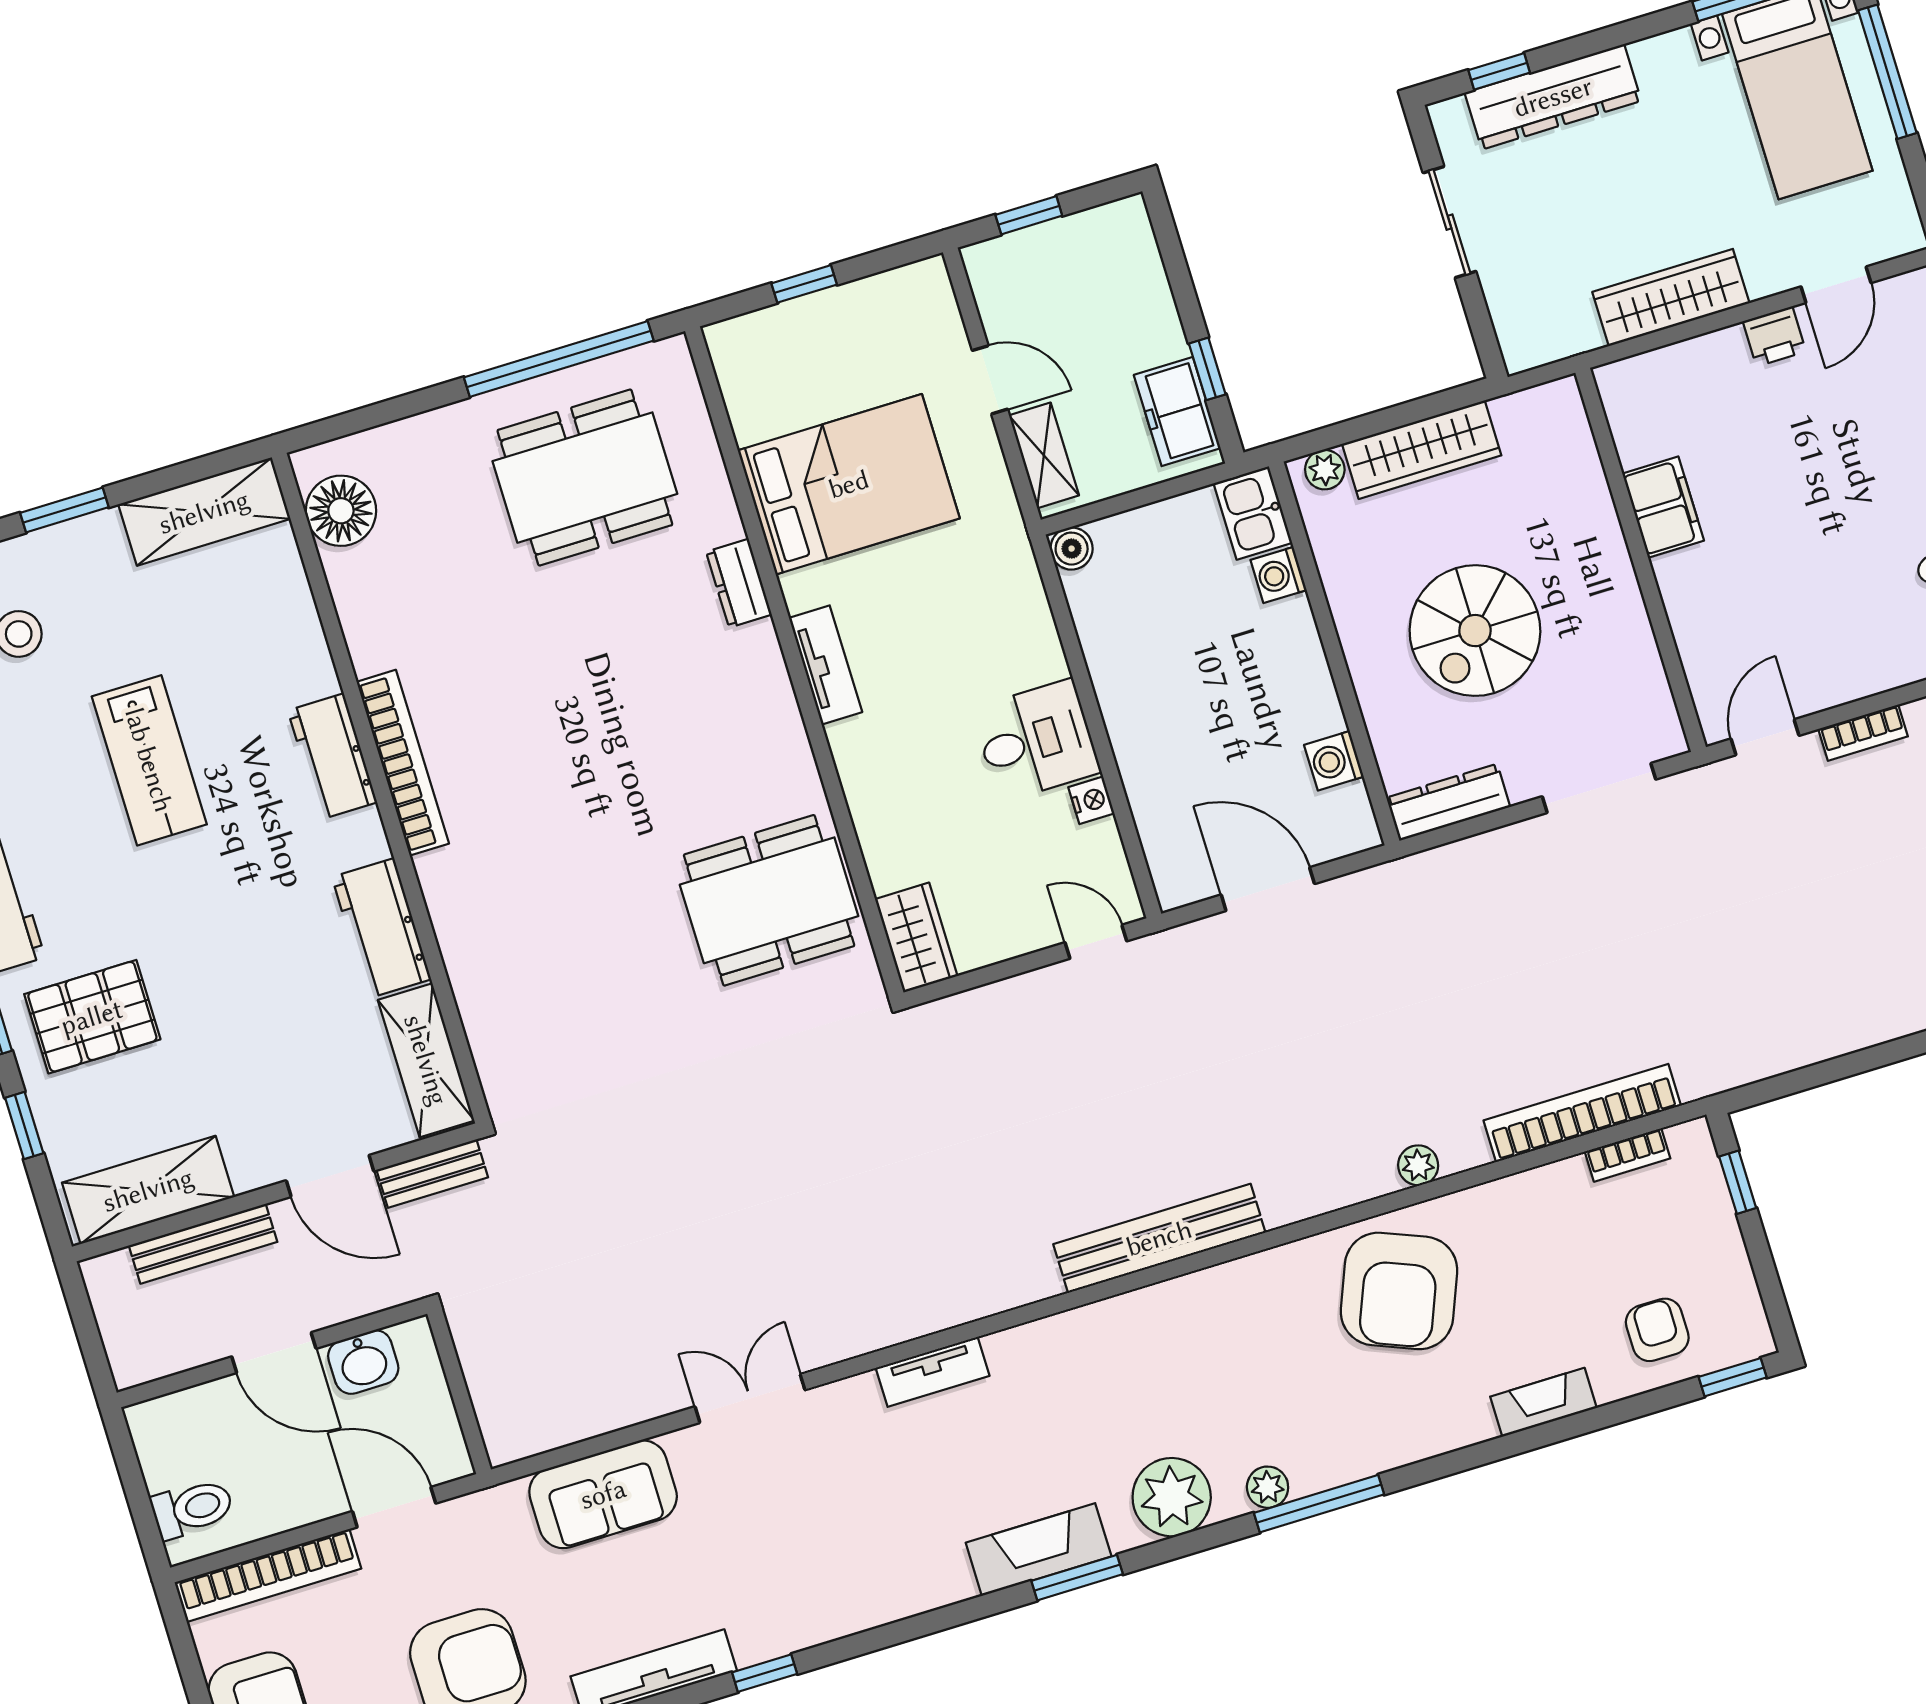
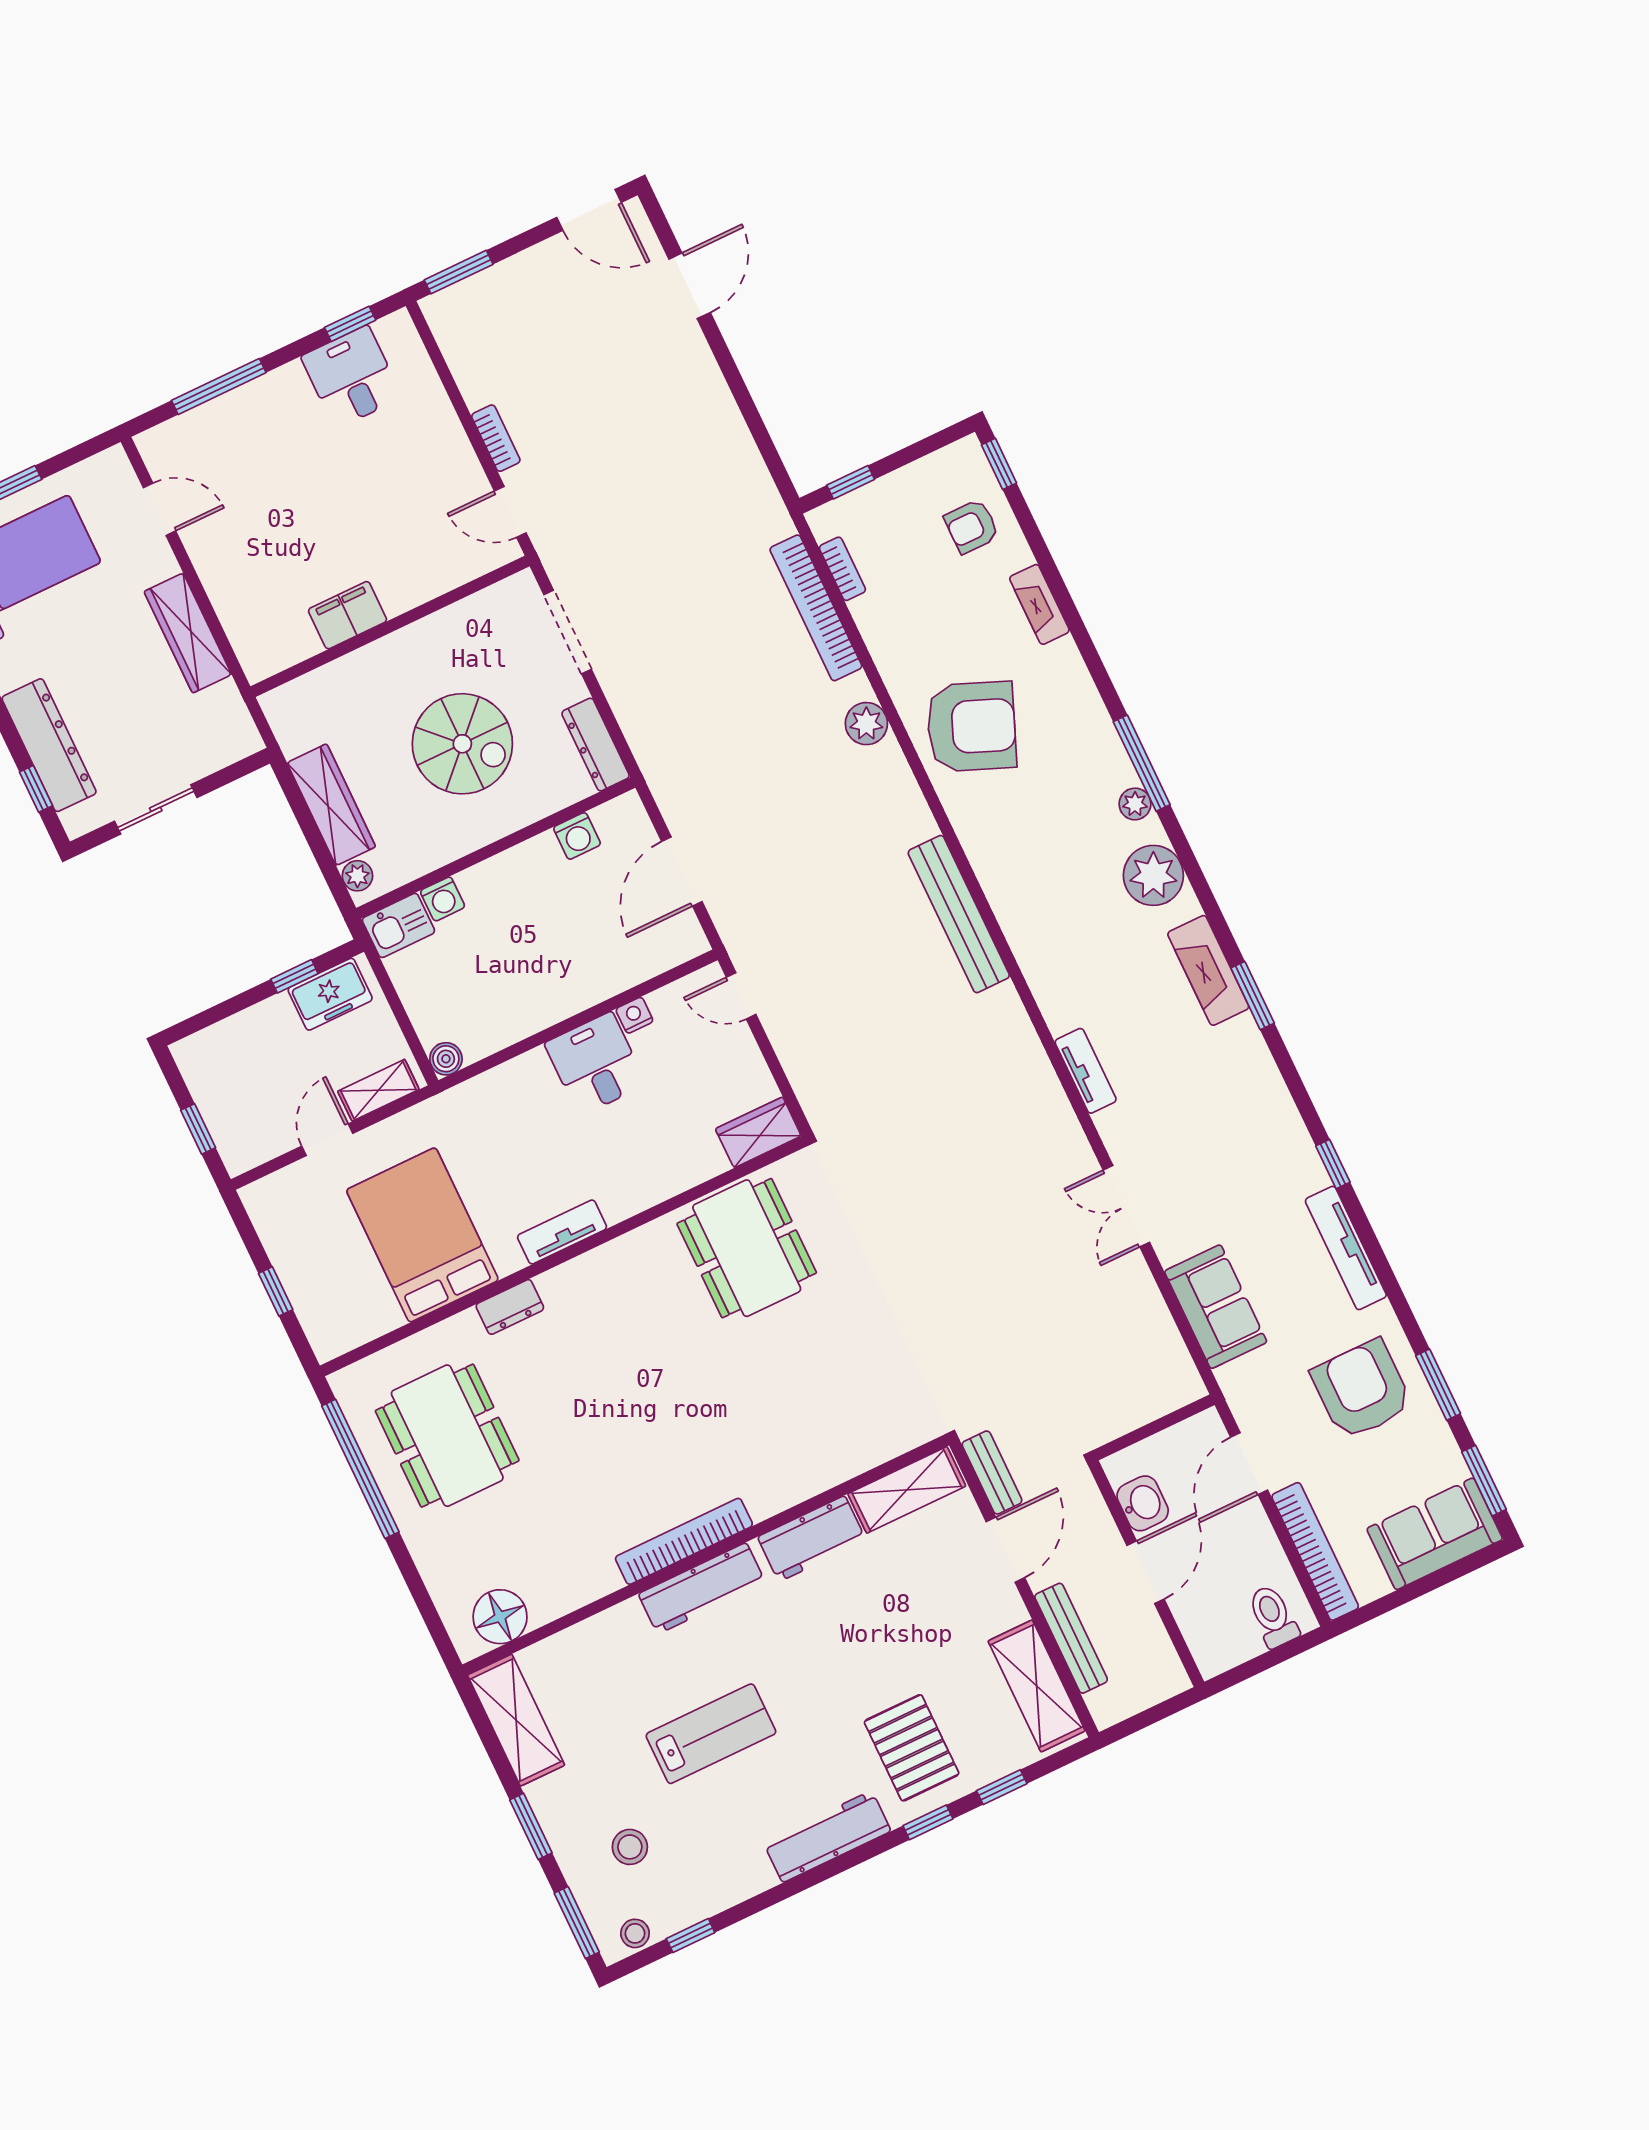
printer: (1774, 336) -> (206, 550), removed
workbench: (332, 756) -> (702, 1588), width x1.38
door: (1096, 942) -> (741, 996), hinge flipped
plant: (1418, 1165) -> (866, 724), width x1.38, depth x1.38
window: (1077, 1578) -> (1253, 996), moved

